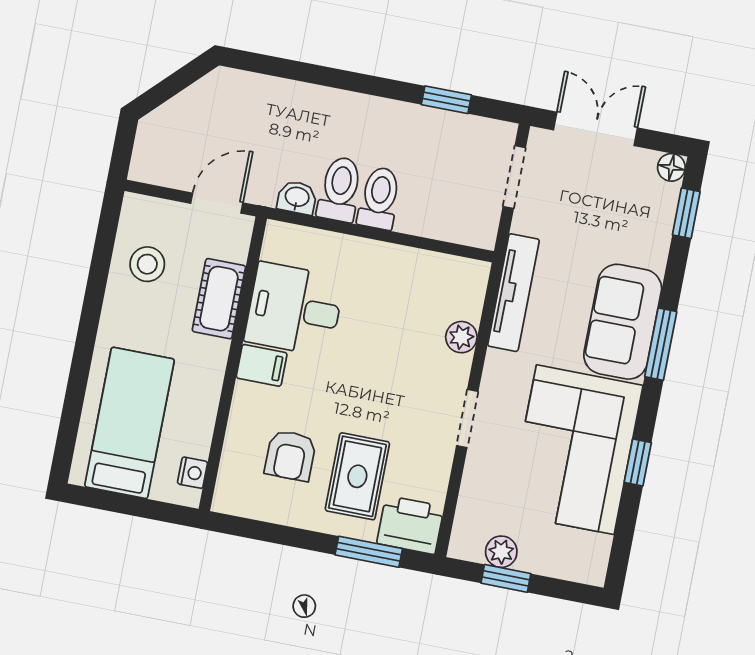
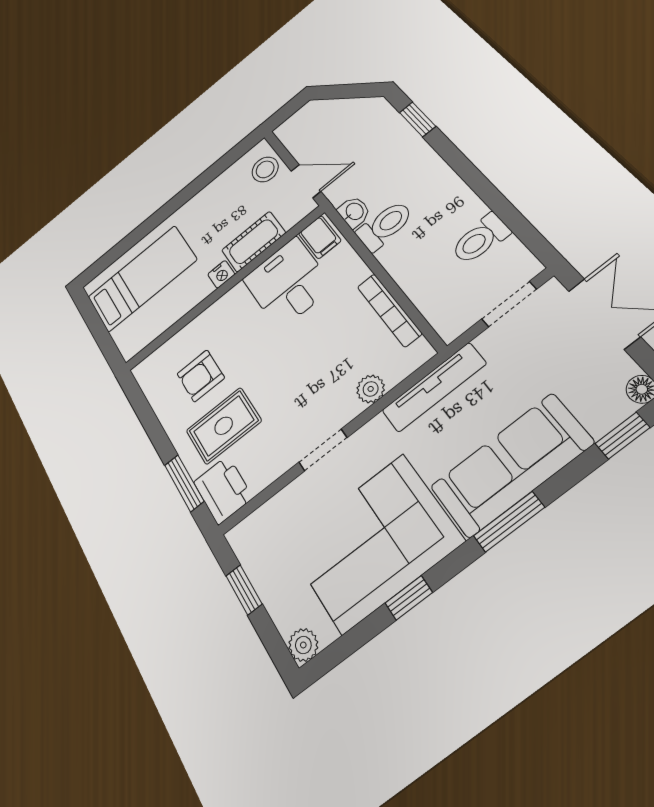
window: (446, 100) -> (418, 119), moved
toilet: (379, 198) -> (480, 239), moved, turned 180
bookcase: (415, 260) -> (389, 310), added
stool: (147, 264) -> (265, 169), moved
sofa: (623, 322) -> (511, 465), width x1.36
filing cabinet: (262, 365) -> (320, 237), moved
nightstand: (193, 473) -> (221, 274), moved
plant: (501, 552) -> (303, 645), moved

